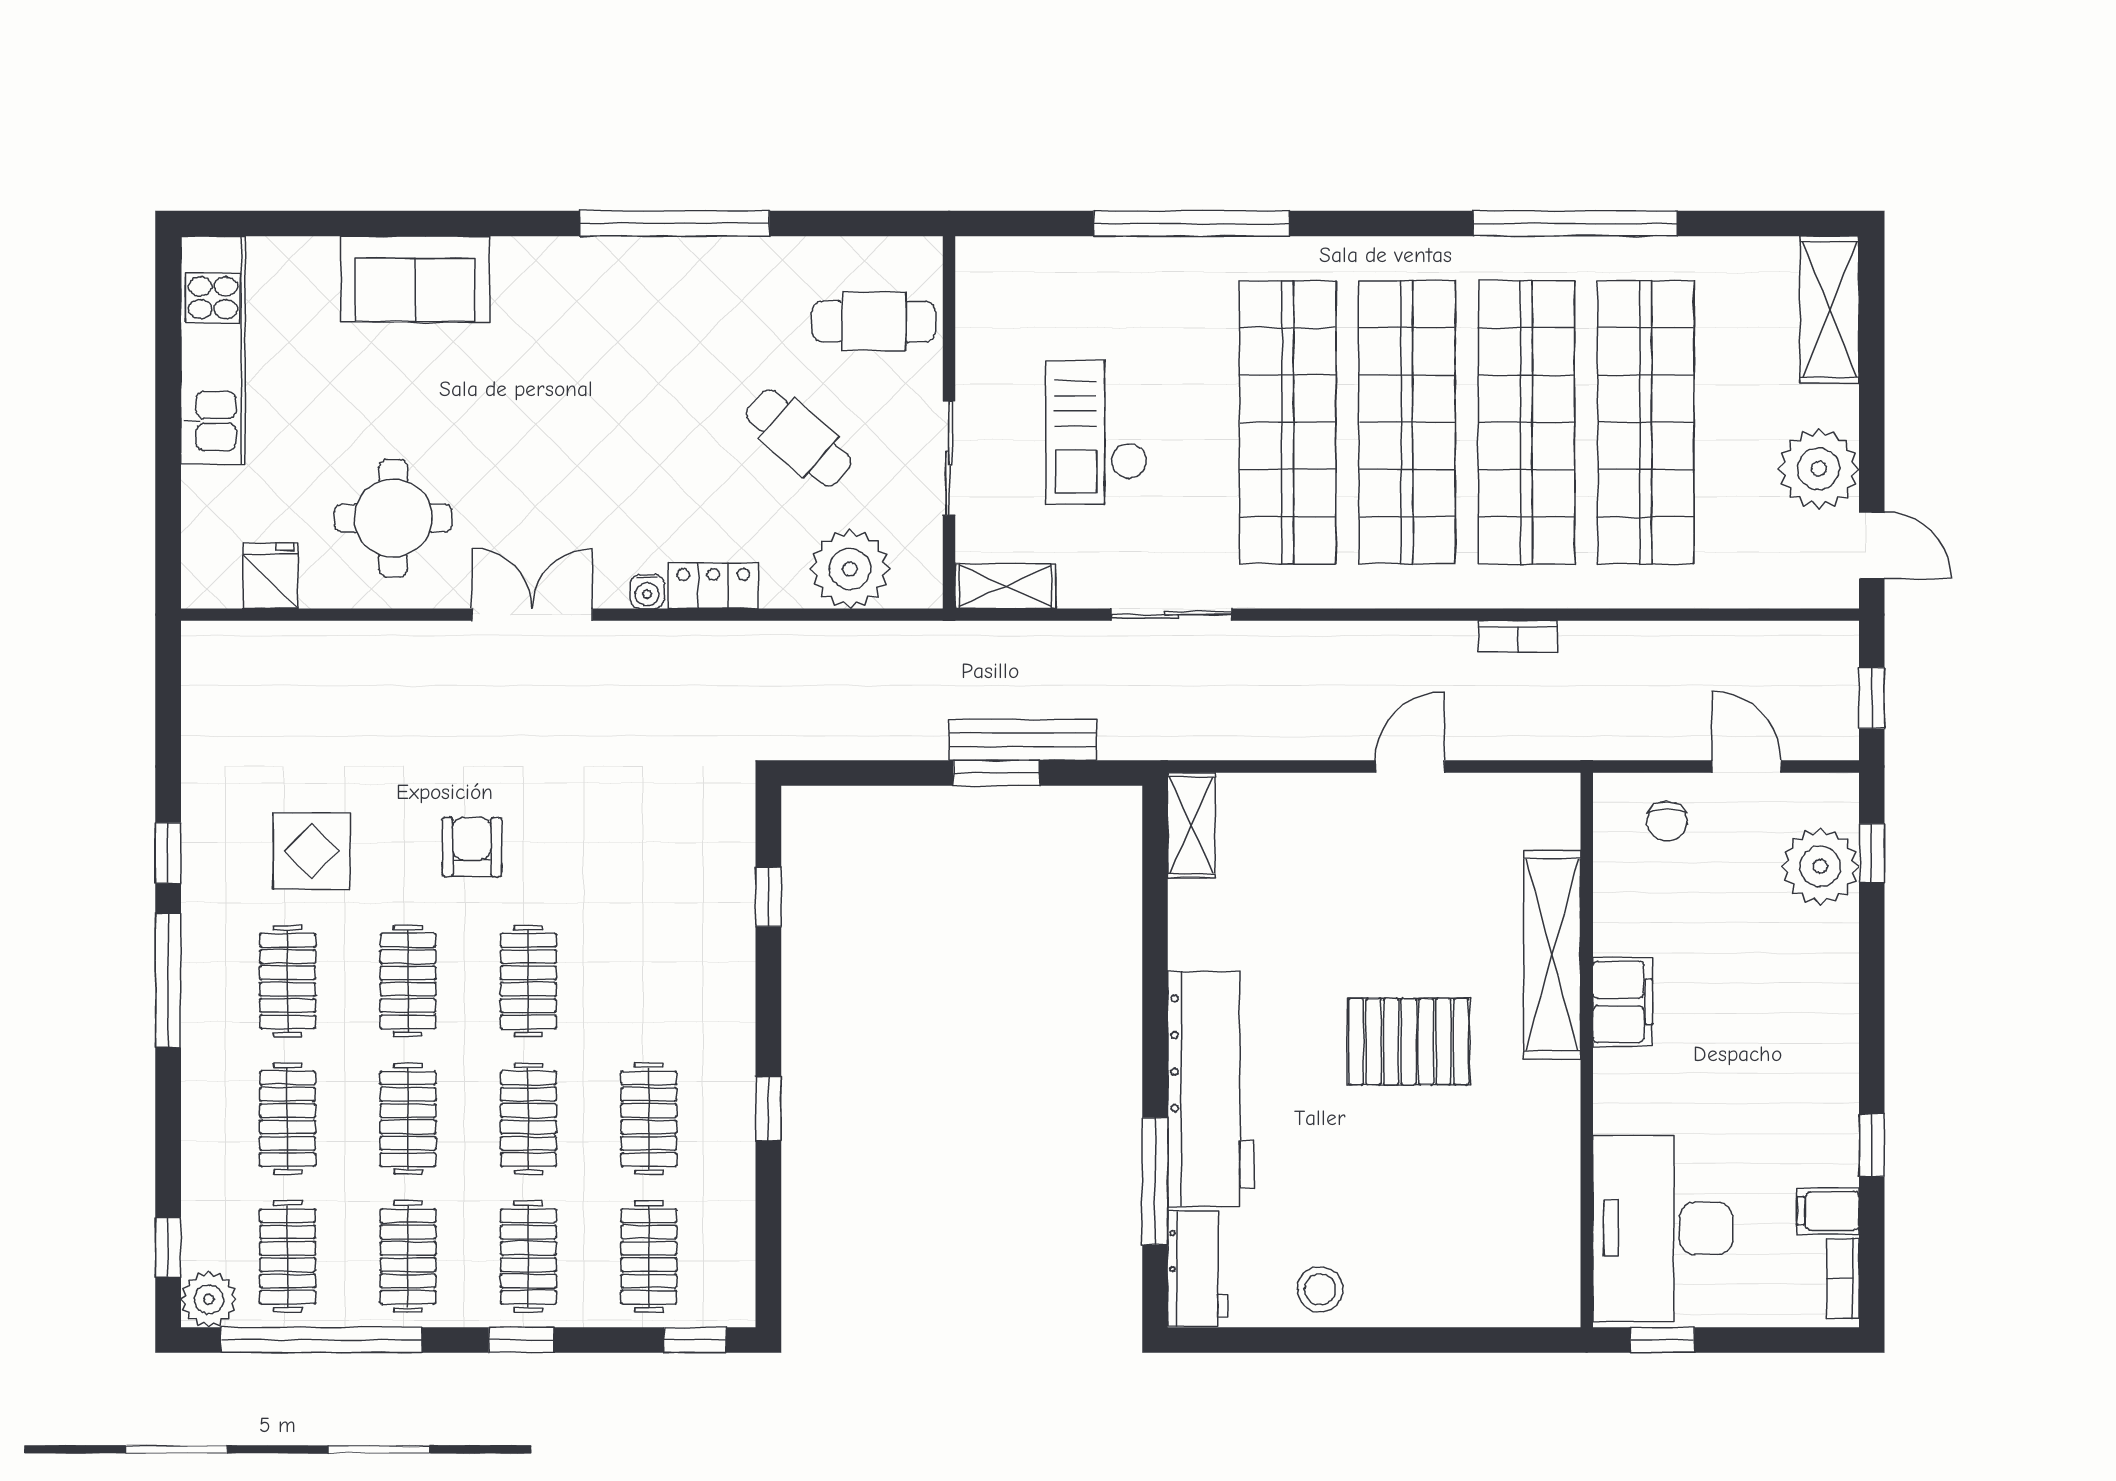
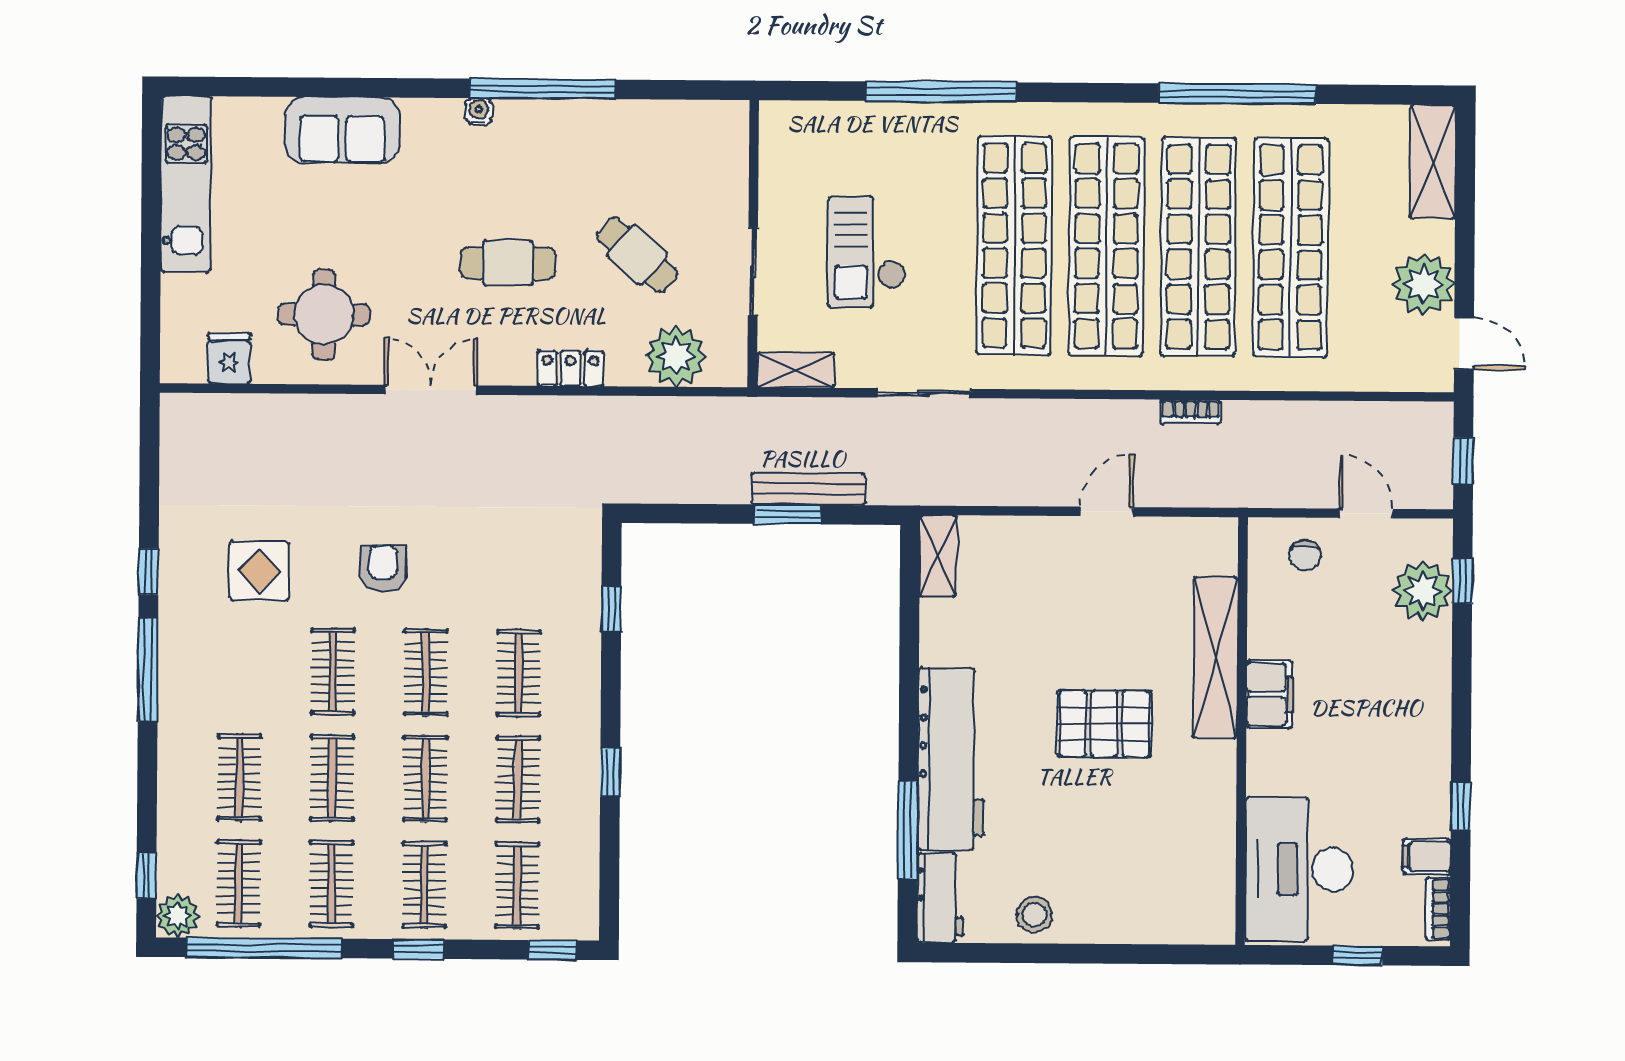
cafe table: (874, 322) -> (508, 263), moved
water cooler: (647, 591) -> (479, 111), moved, turned 180
clothes rail: (288, 981) -> (519, 673), moved
window: (1662, 1340) -> (1358, 956), moved

